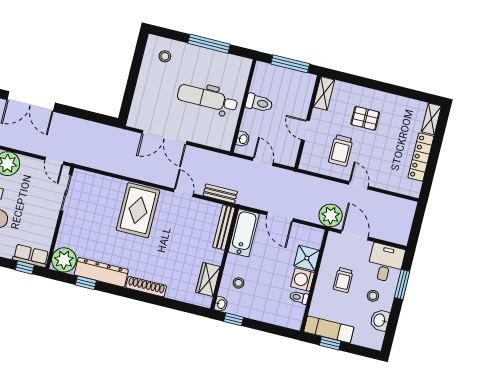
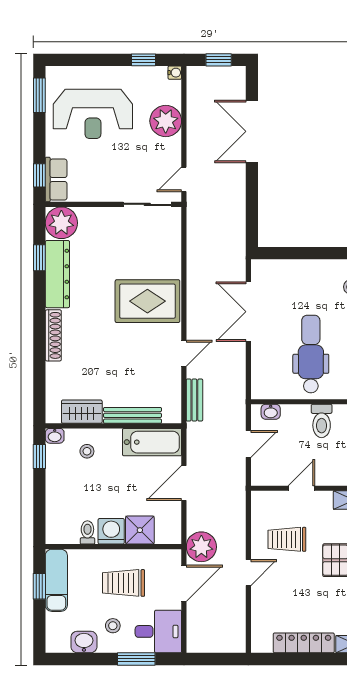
bench: (224, 227) -> (132, 415), moved
trolley: (343, 280) -> (124, 583), width x1.36, depth x1.39

